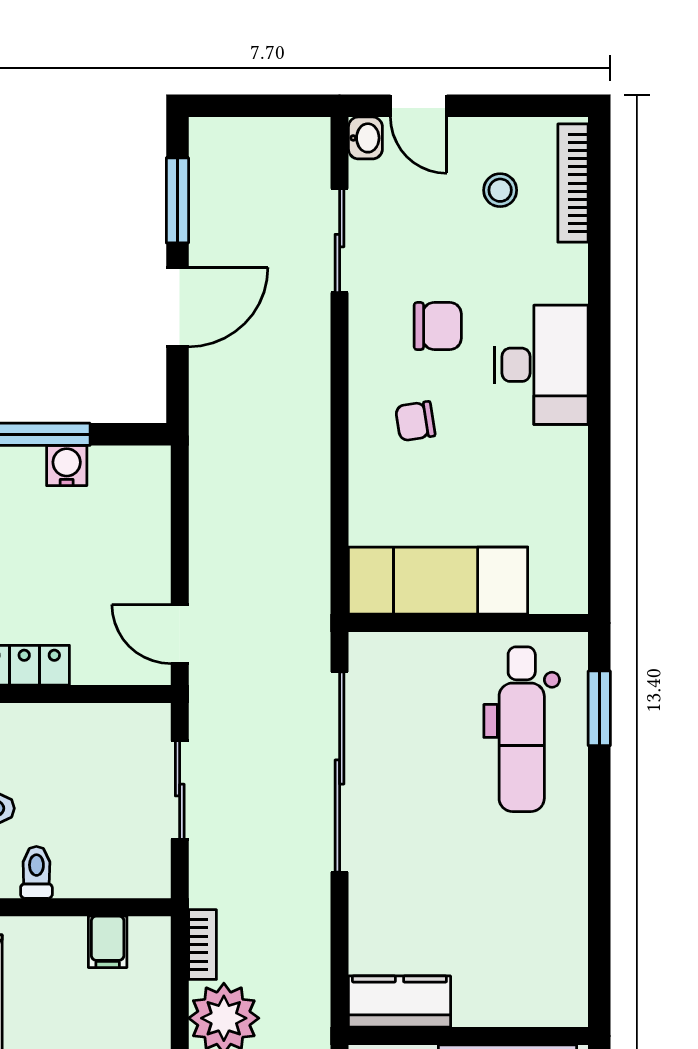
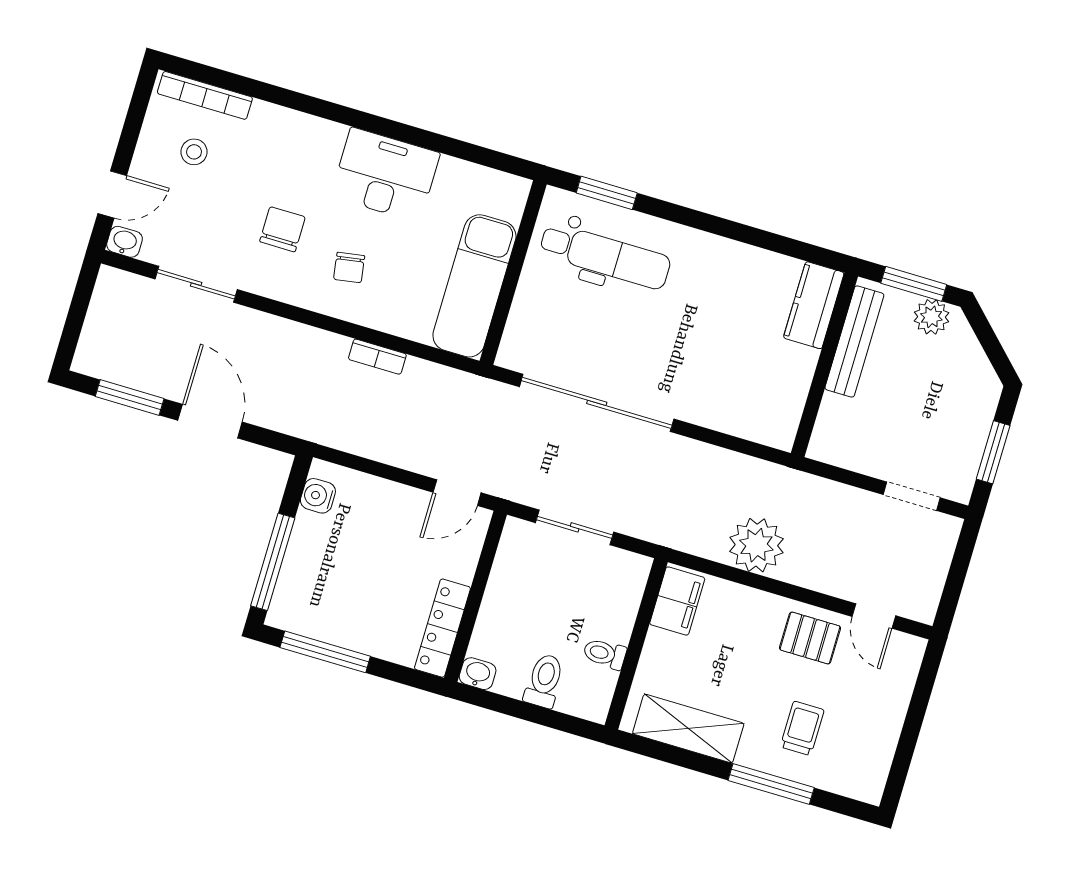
desk: (541, 365) -> (385, 175), moved
water cooler: (67, 466) -> (318, 496), moved
filing cabinet: (108, 942) -> (677, 601), width x2.00
bookcase: (203, 945) -> (377, 357), moved, turned 180
kitchen counter: (399, 1001) -> (814, 305), moved

